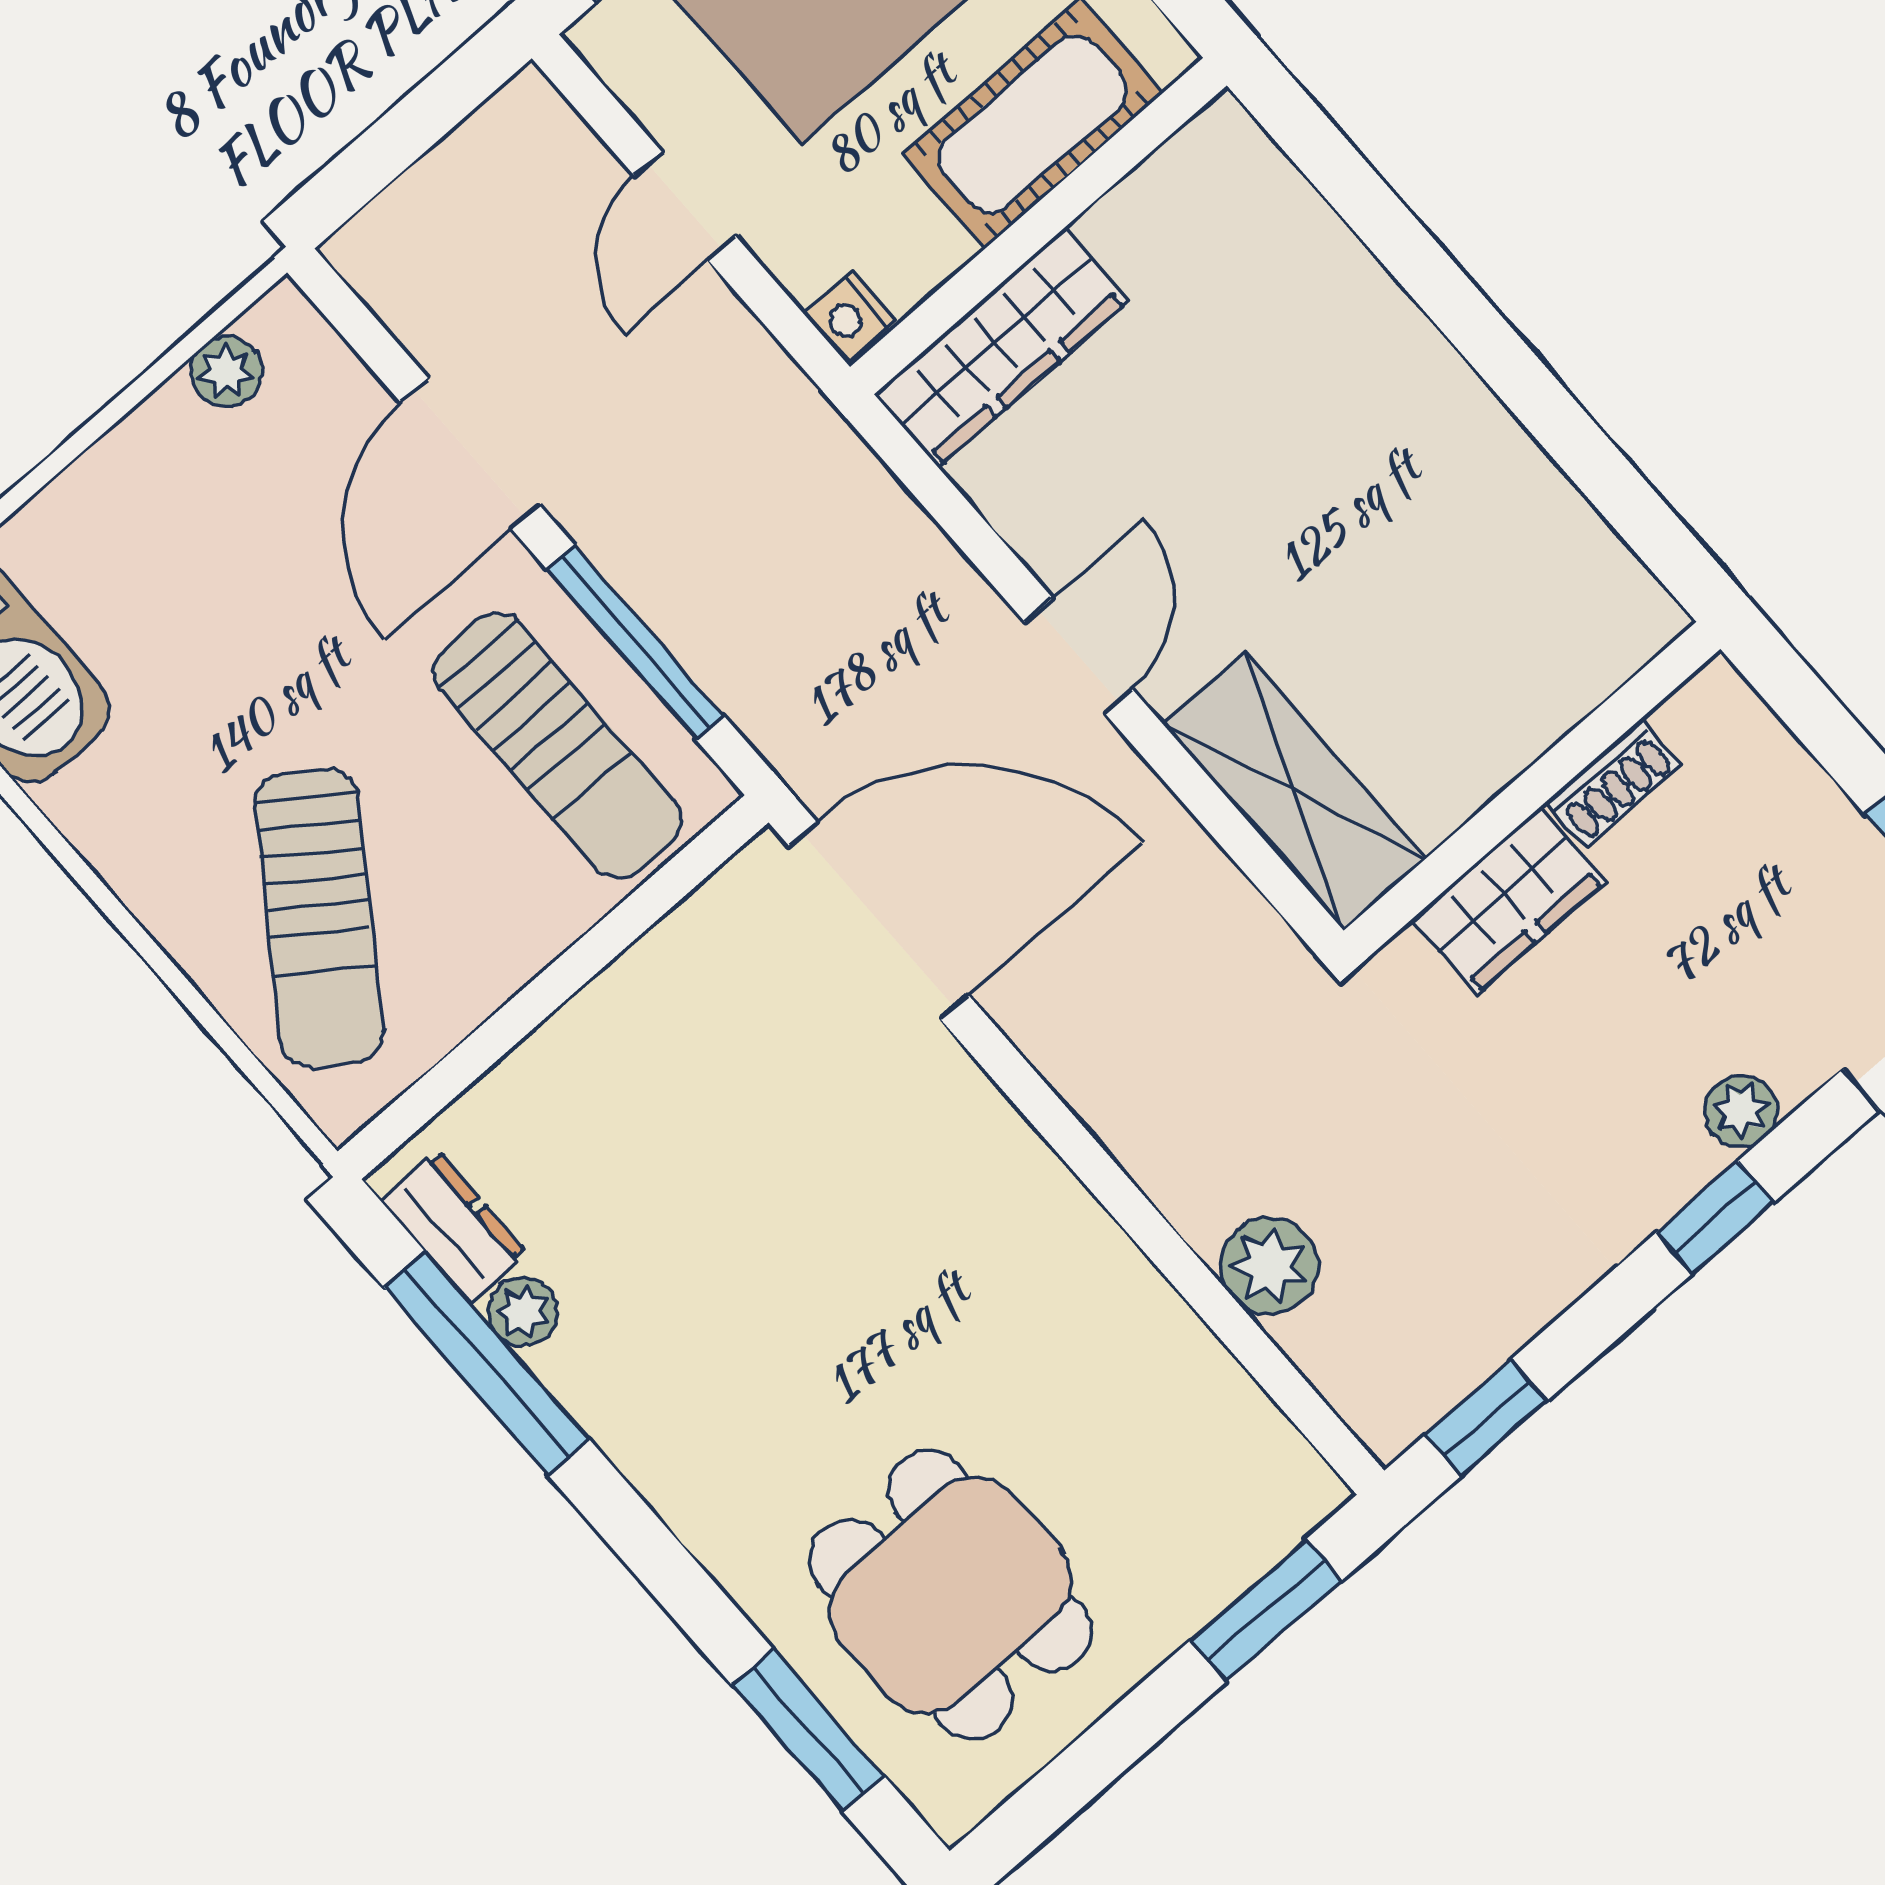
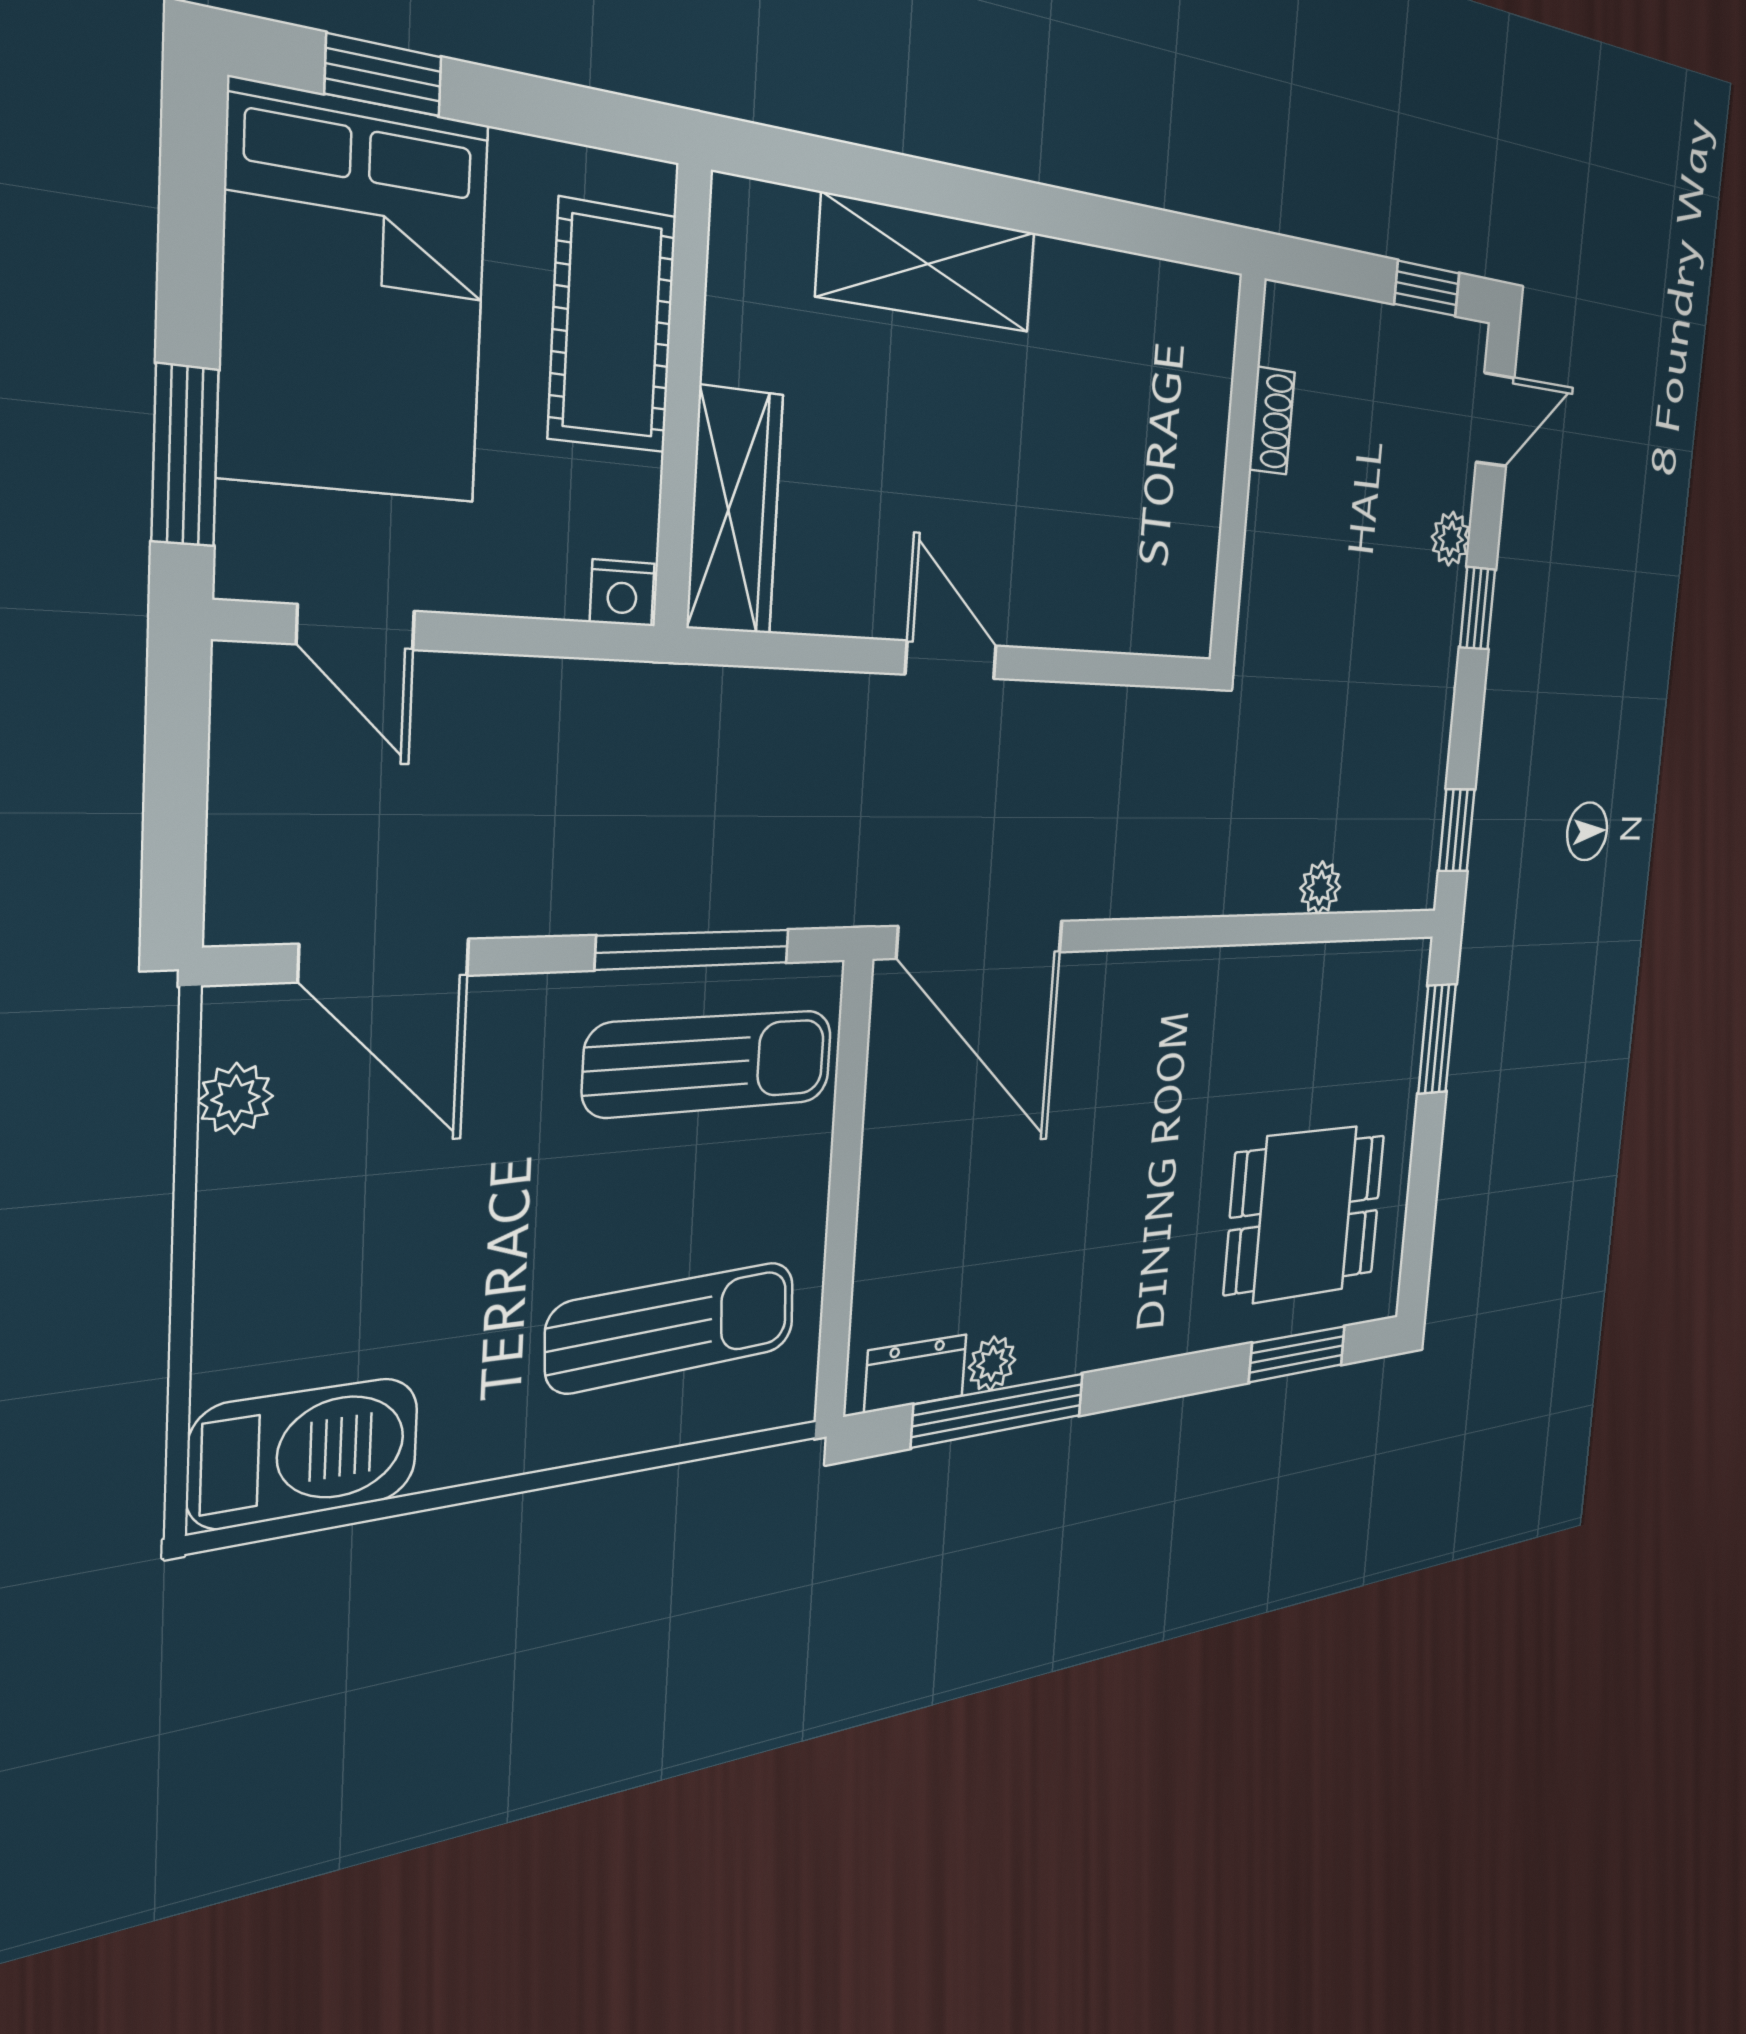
door: (685, 206) -> (356, 627), moved
door: (470, 453) -> (385, 960), moved
shelving: (1294, 791) -> (928, 264), moved
wardrobe: (1508, 901) -> (1273, 548), removed
sun lounger: (319, 918) -> (673, 1327), turned -38
door: (879, 921) -> (981, 939), swing flipped
plant: (1270, 1266) -> (1320, 888), width x0.73, depth x0.73

